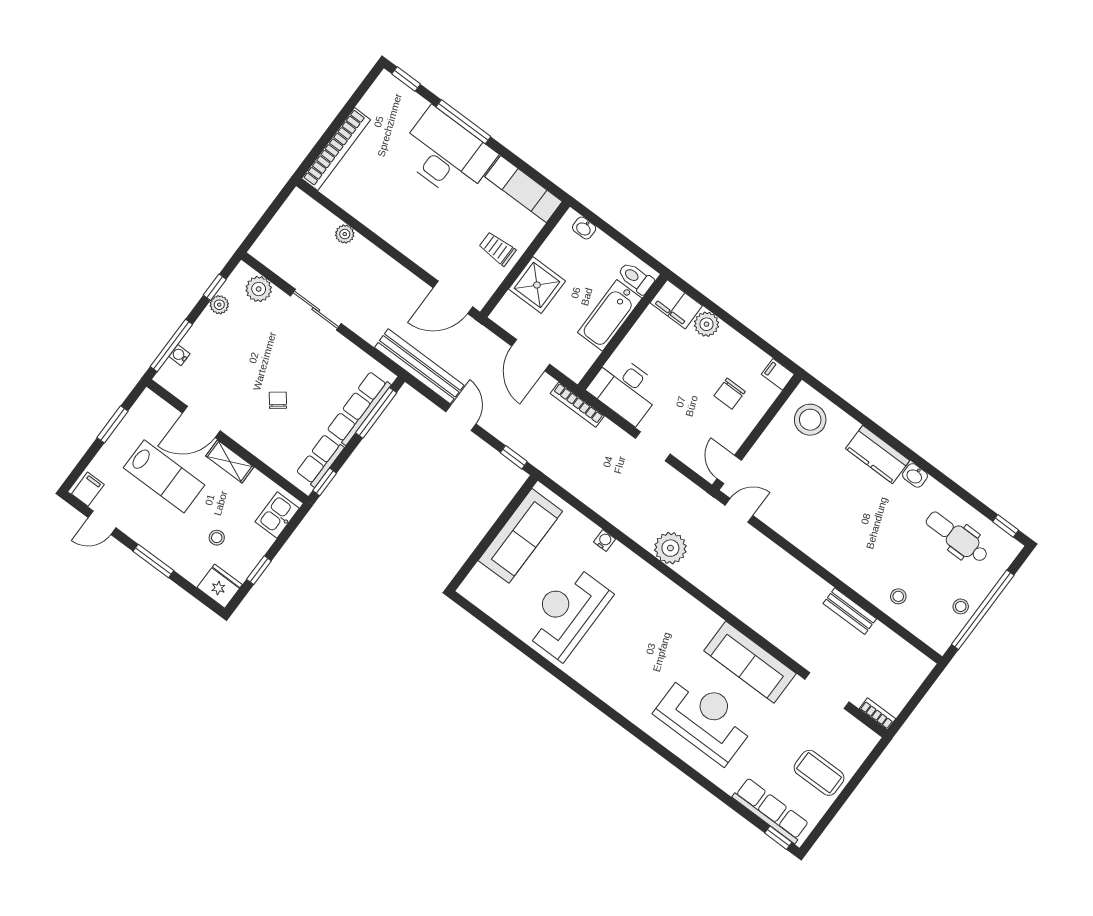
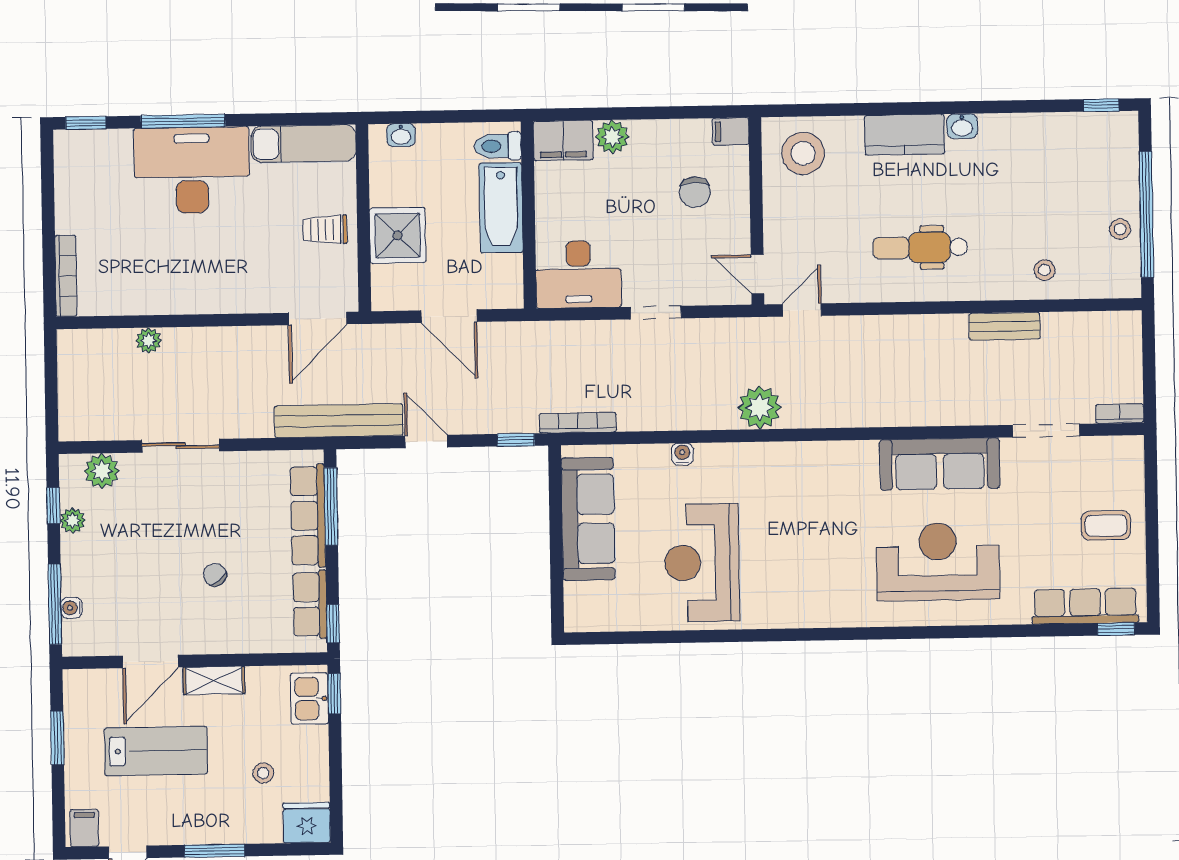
bookcase: (336, 149) -> (66, 276), width x0.68, depth x0.76
bookcase: (577, 405) -> (578, 423), moved, turned 180
dental chair: (957, 537) -> (920, 248), moved
window: (259, 570) -> (334, 694), moved
coffee table: (819, 773) -> (1106, 525), width x0.73, depth x0.77

